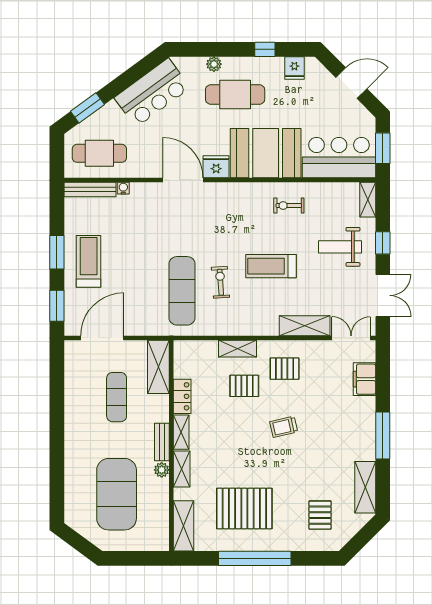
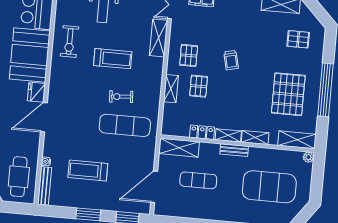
exercise bike: (289, 206) -> (70, 42), width x1.38, depth x1.39
treadmill: (89, 261) -> (88, 171), moved
treadmill: (271, 266) -> (113, 59), turned -90
door: (102, 338) -> (154, 187), hinge flipped
plant: (162, 470) -> (308, 157), moved

